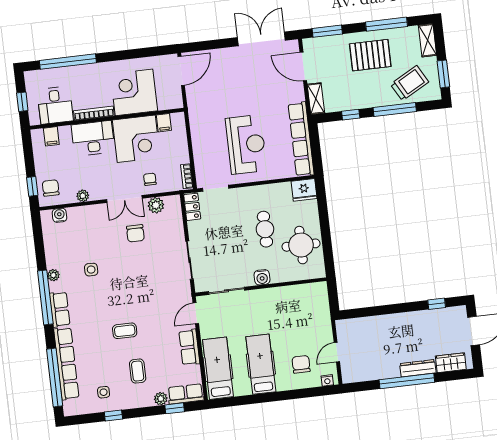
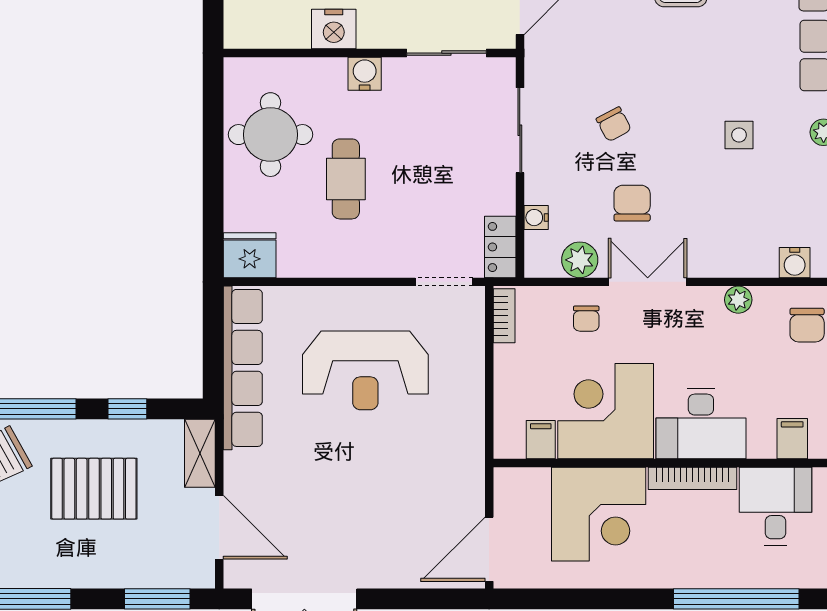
pallet: (370, 55) -> (94, 489), moved
reception desk: (246, 144) -> (365, 370), turned -90
water cooler: (178, 222) -> (536, 218), added
chair: (148, 268) -> (614, 124), added
nightstand: (278, 296) -> (334, 29), added

